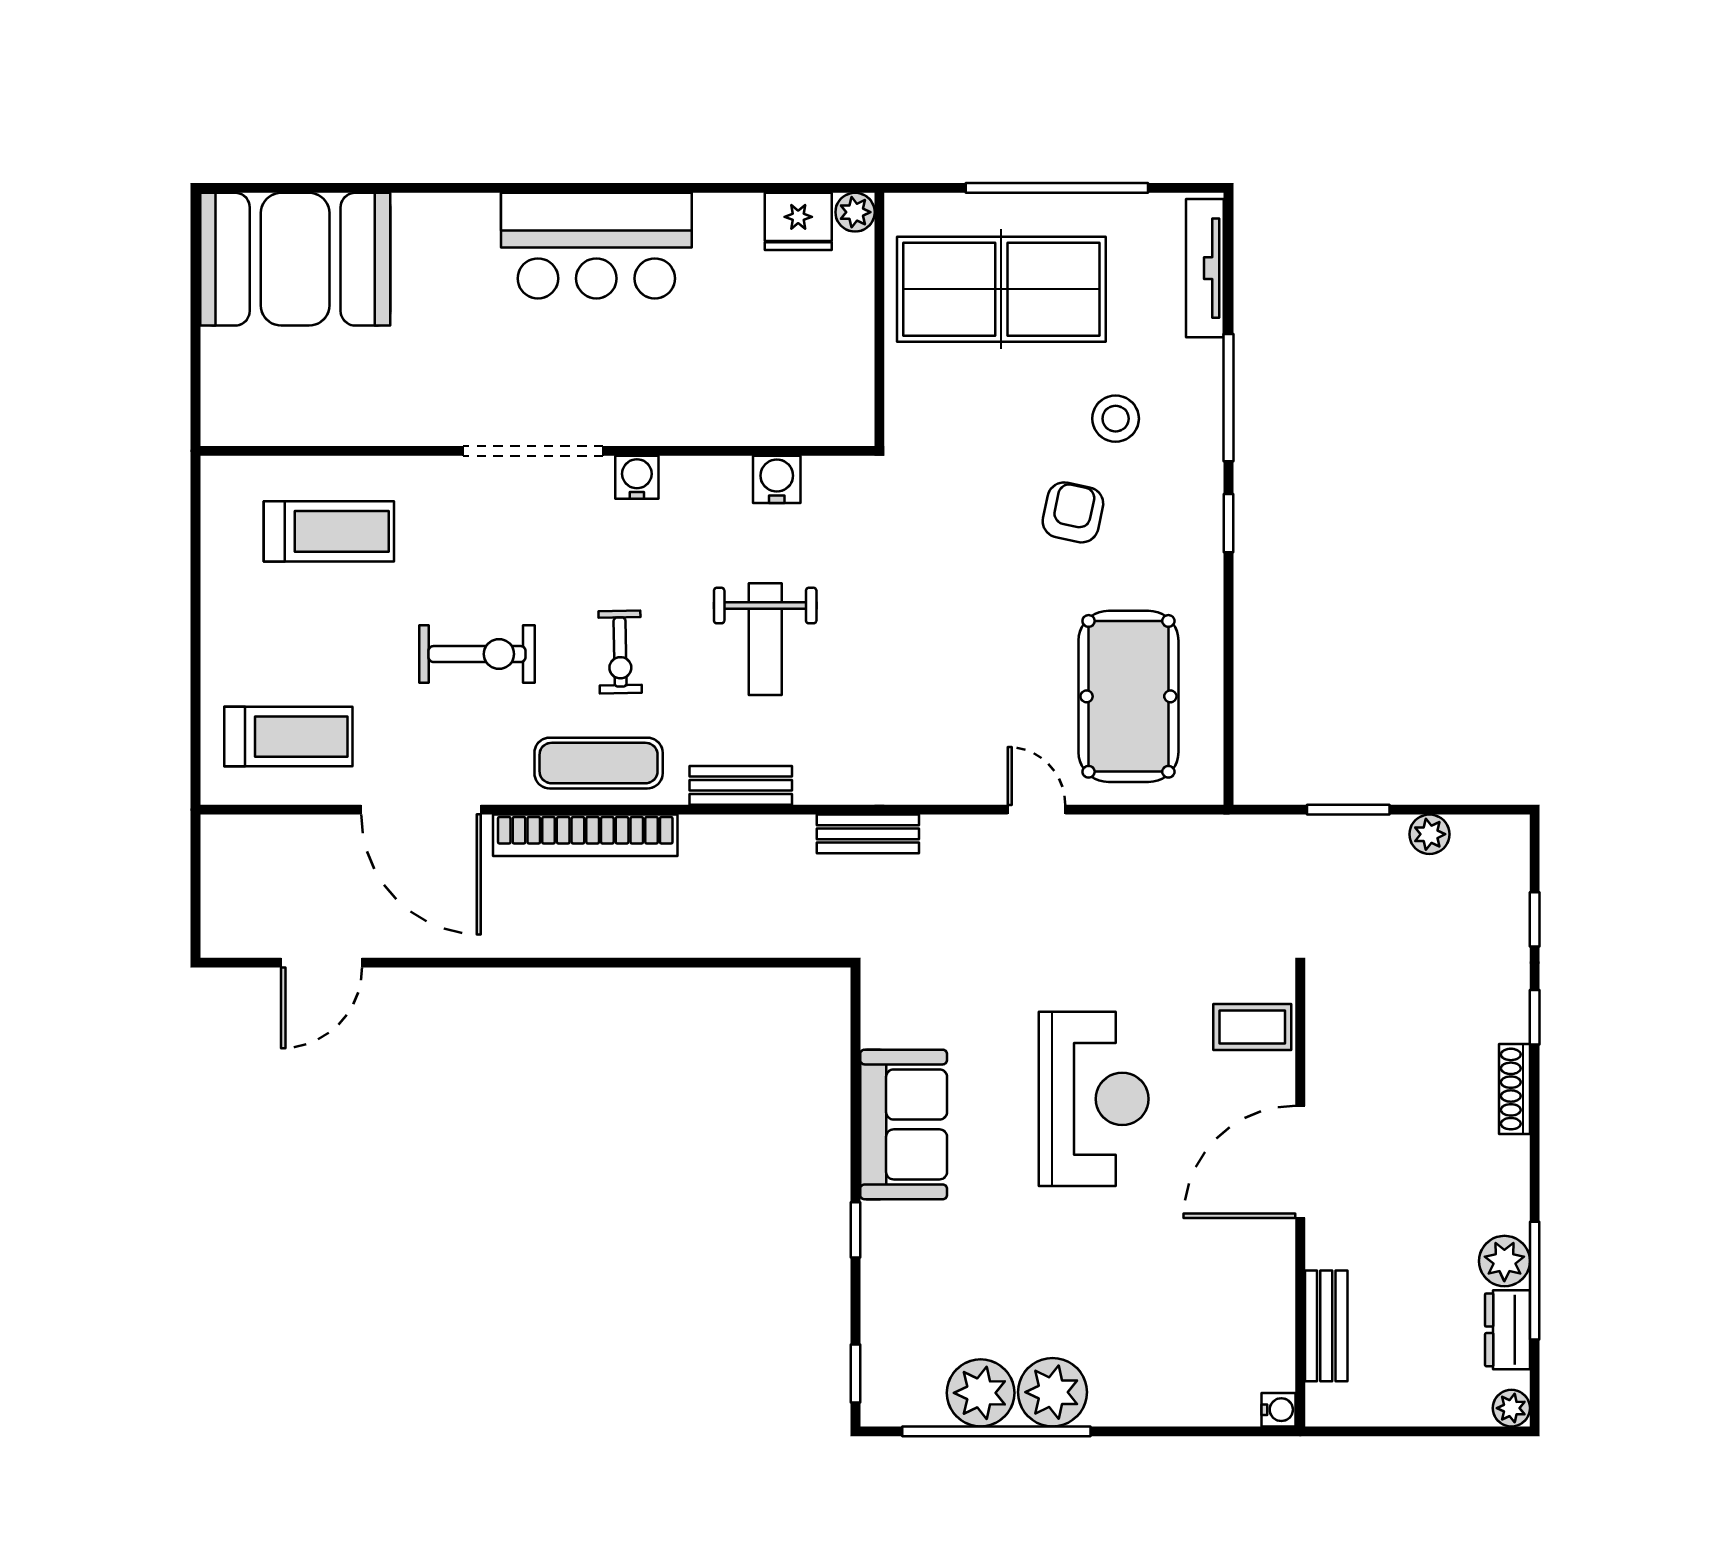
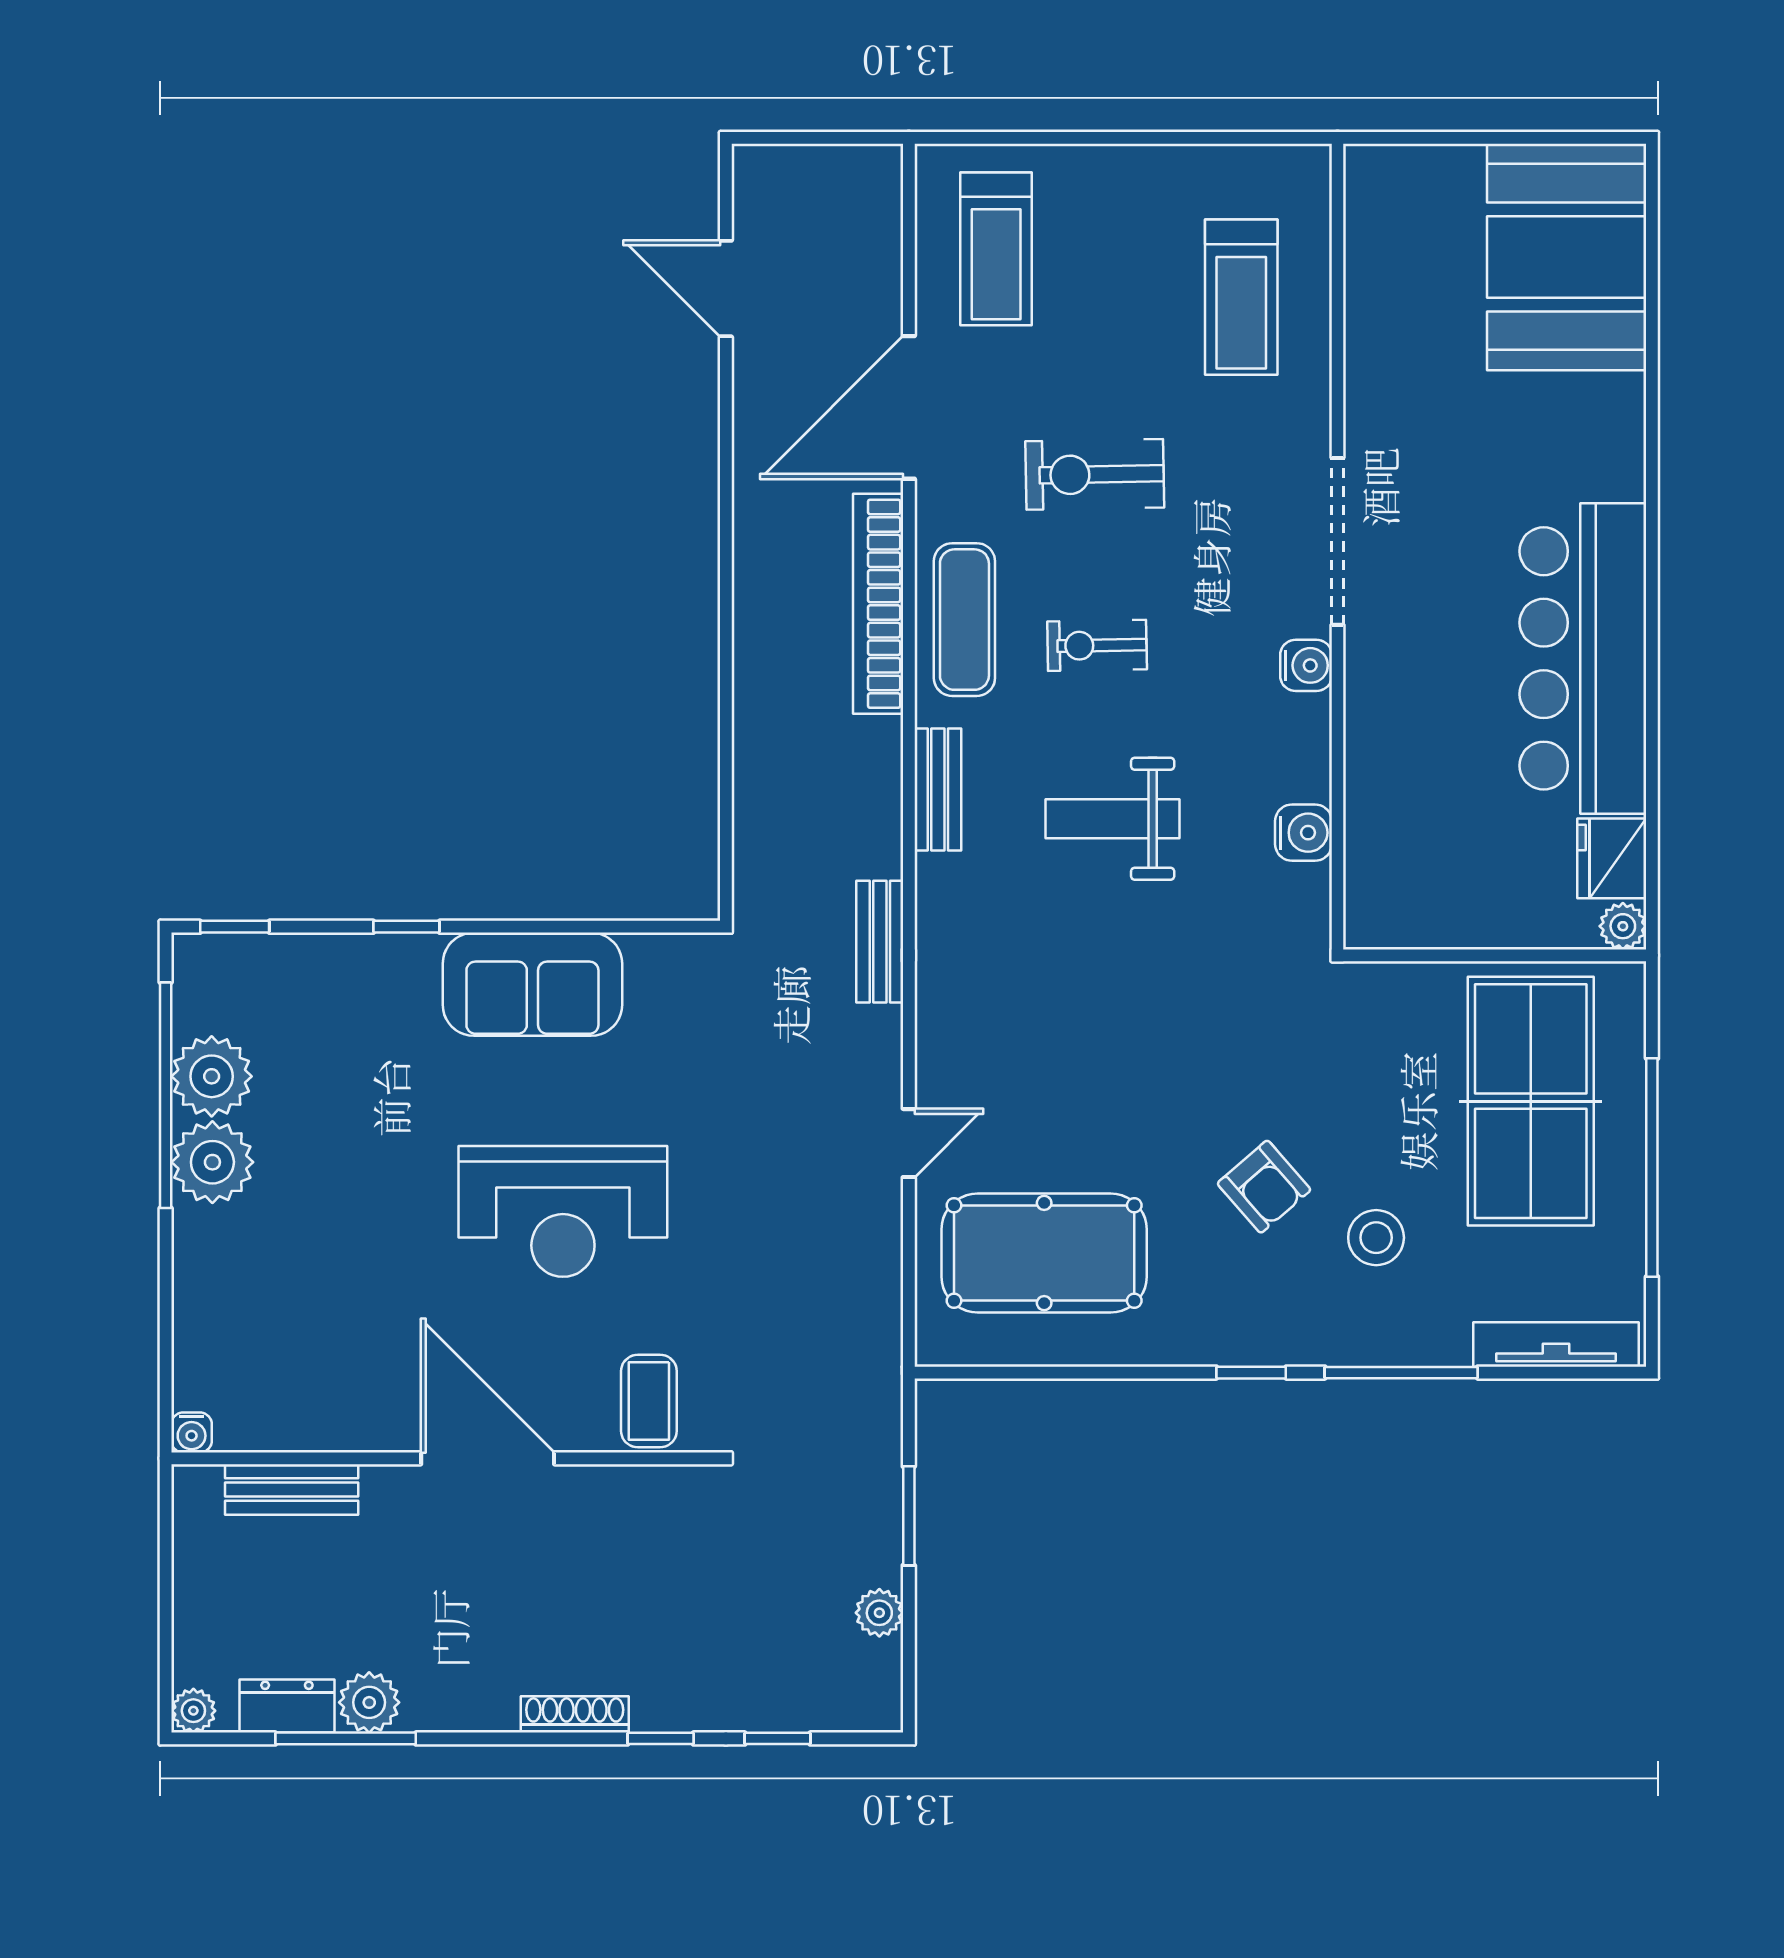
bar counter: (596, 246) -> (1583, 658), width x1.36
armchair: (1073, 512) -> (1264, 1187), turned 37
exercise bike: (477, 654) -> (1095, 474), turned 89

